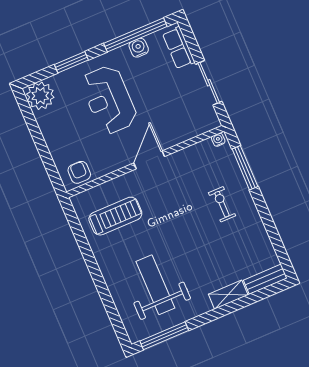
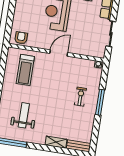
window: (245, 168) -> (100, 102), moved
treadmill: (115, 216) -> (25, 70), turned 90
weight bench: (155, 285) -> (24, 115), width x0.73, depth x0.75

